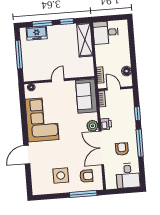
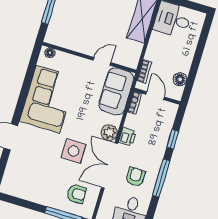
door: (58, 80) -> (102, 61), moved
side table: (61, 175) -> (73, 151), moved

